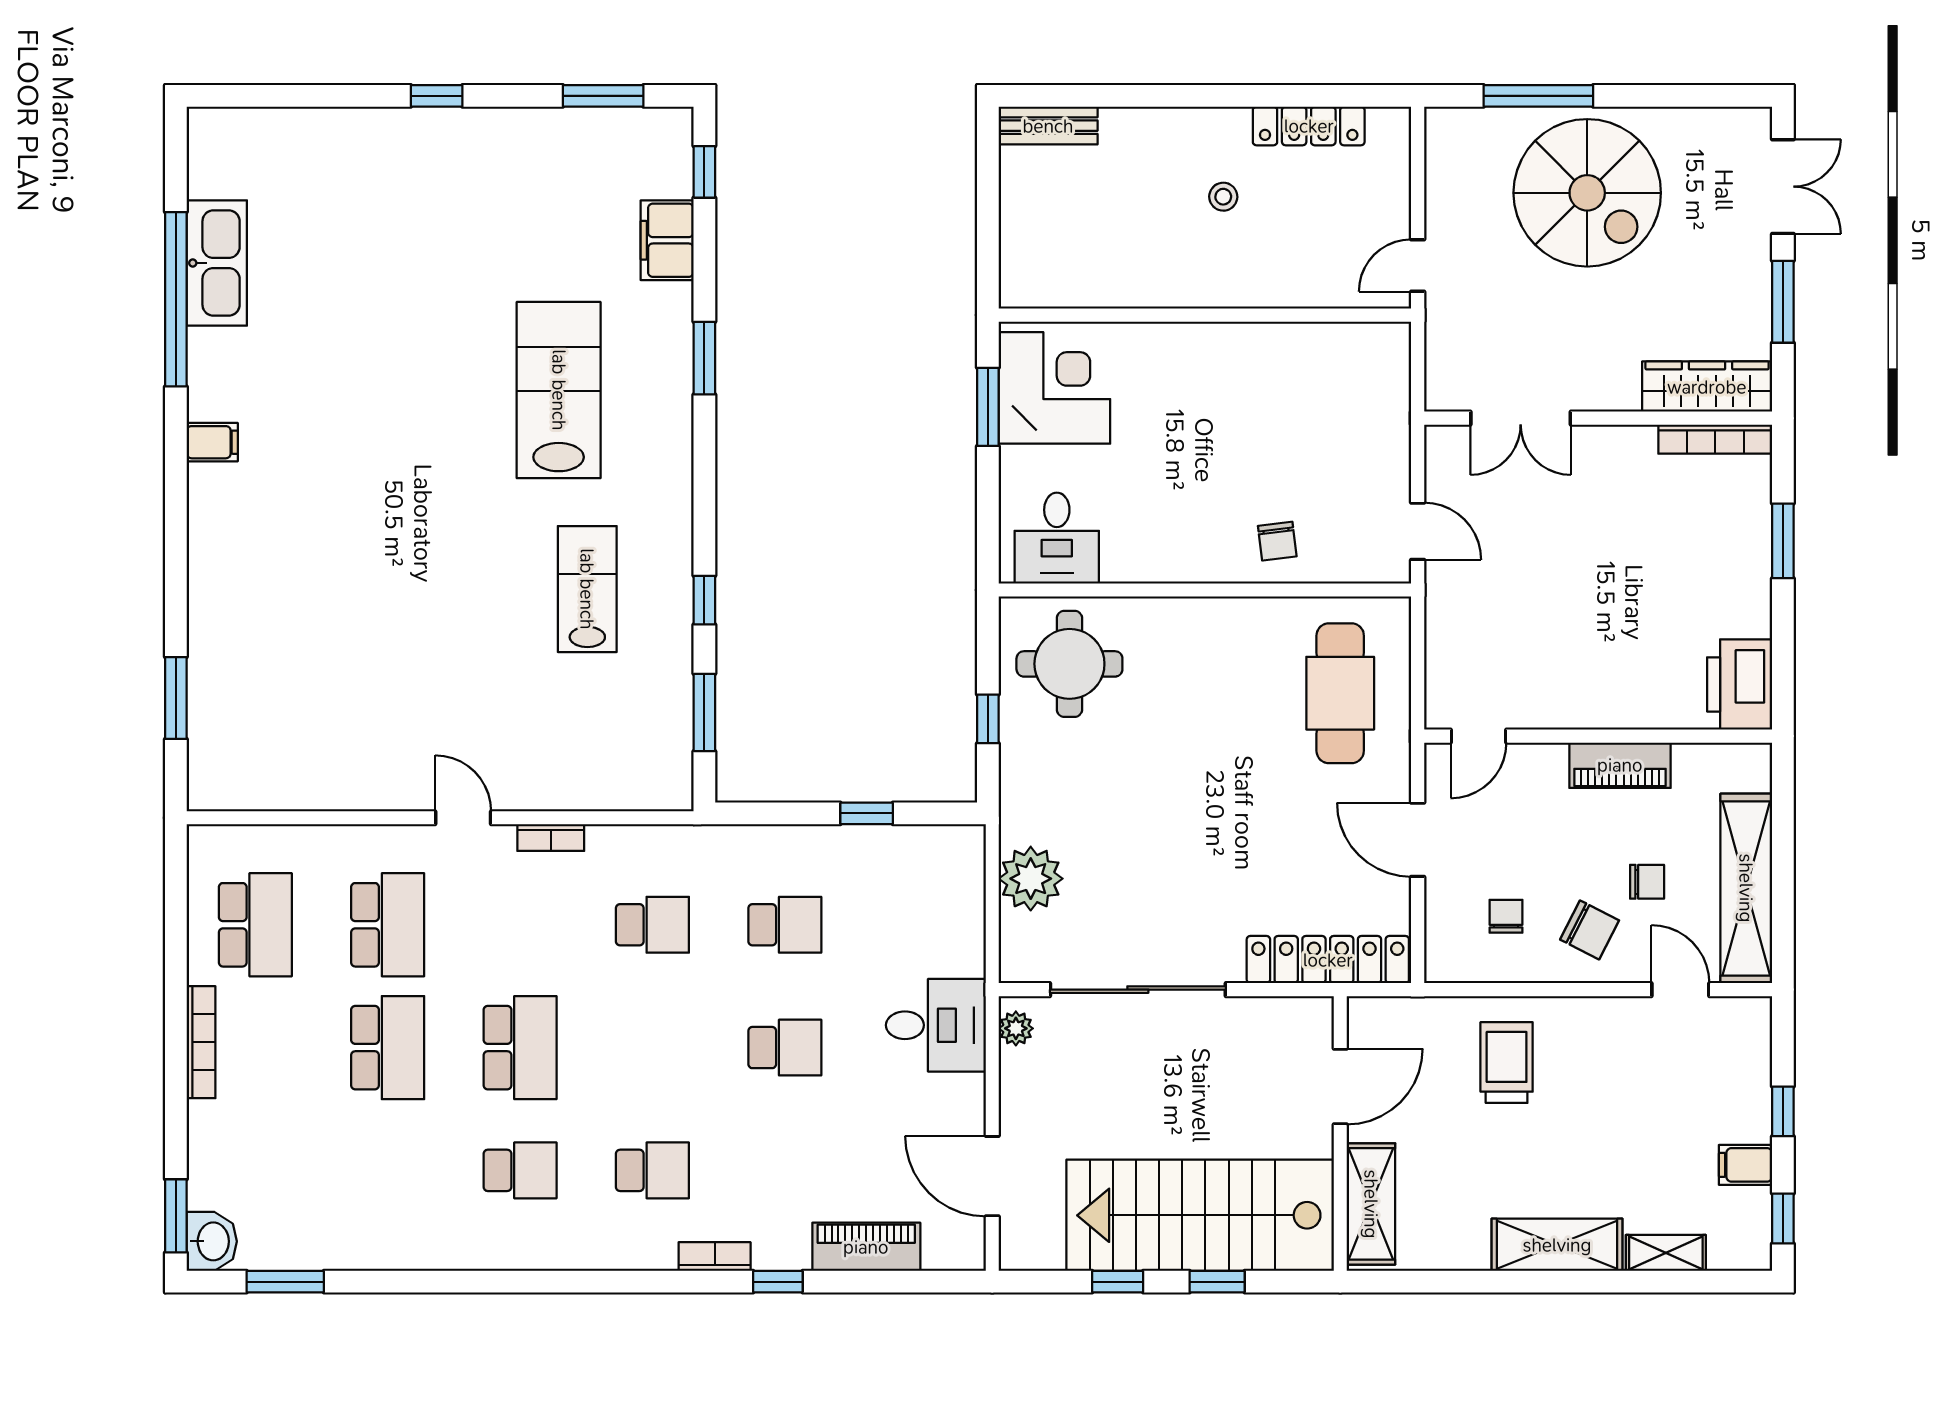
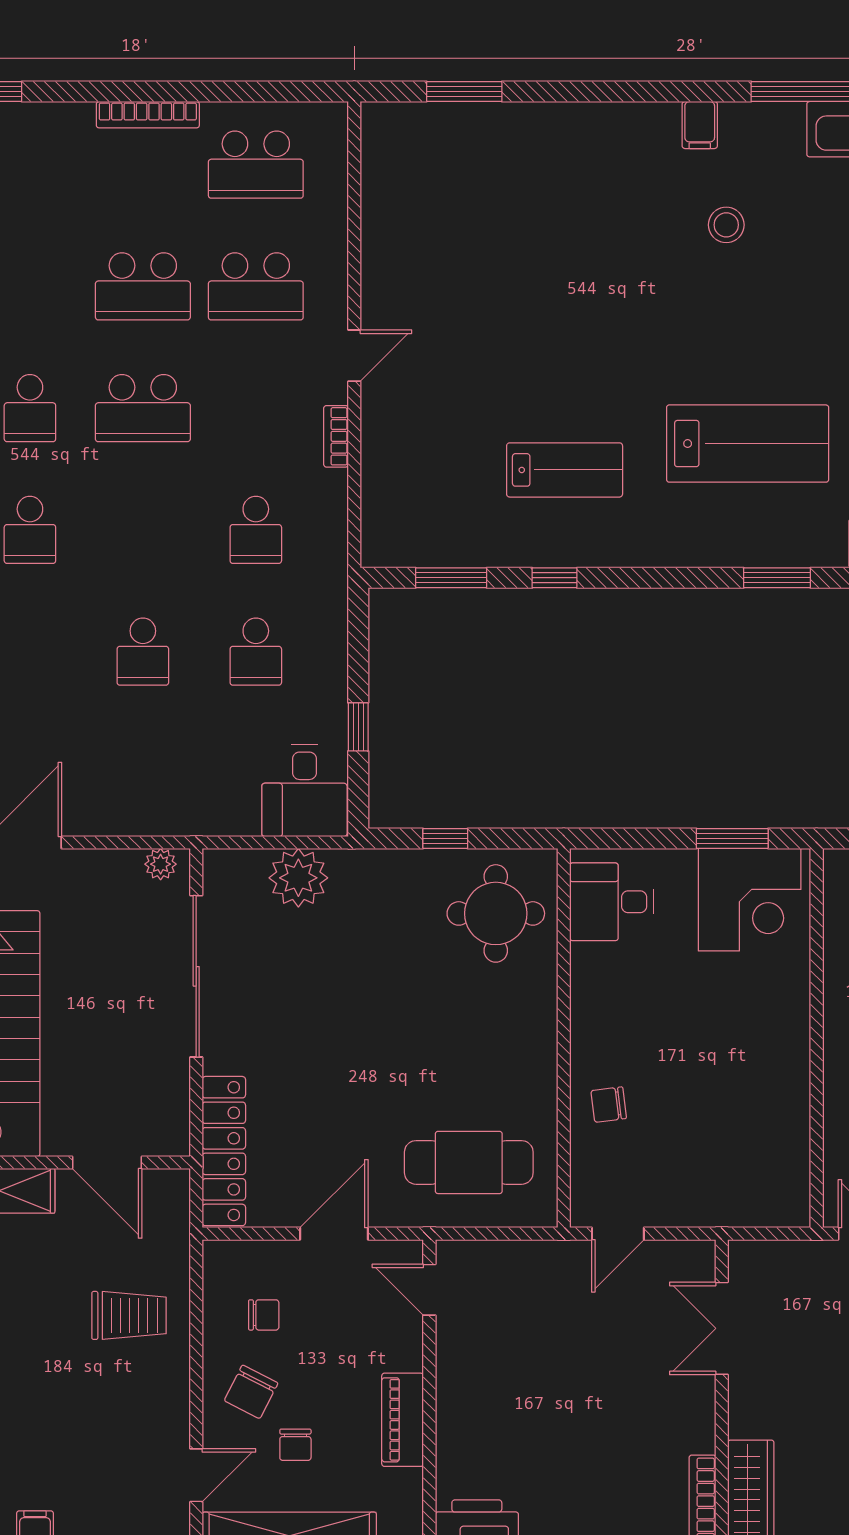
stool: (321, 413) -> (726, 225), added
desk: (936, 1025) -> (304, 791), moved

